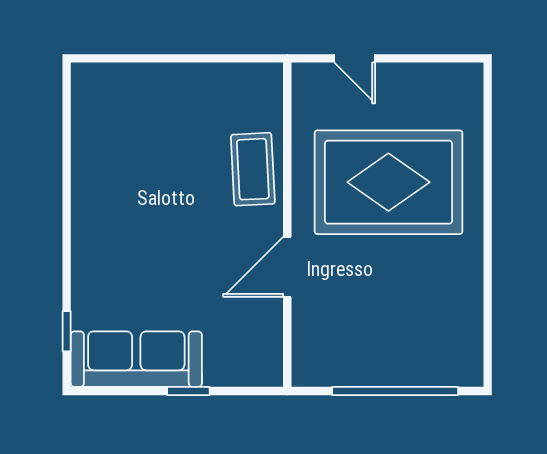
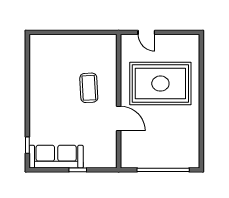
coffee table: (253, 169) -> (89, 88), moved
door: (287, 267) -> (119, 119), swing flipped

